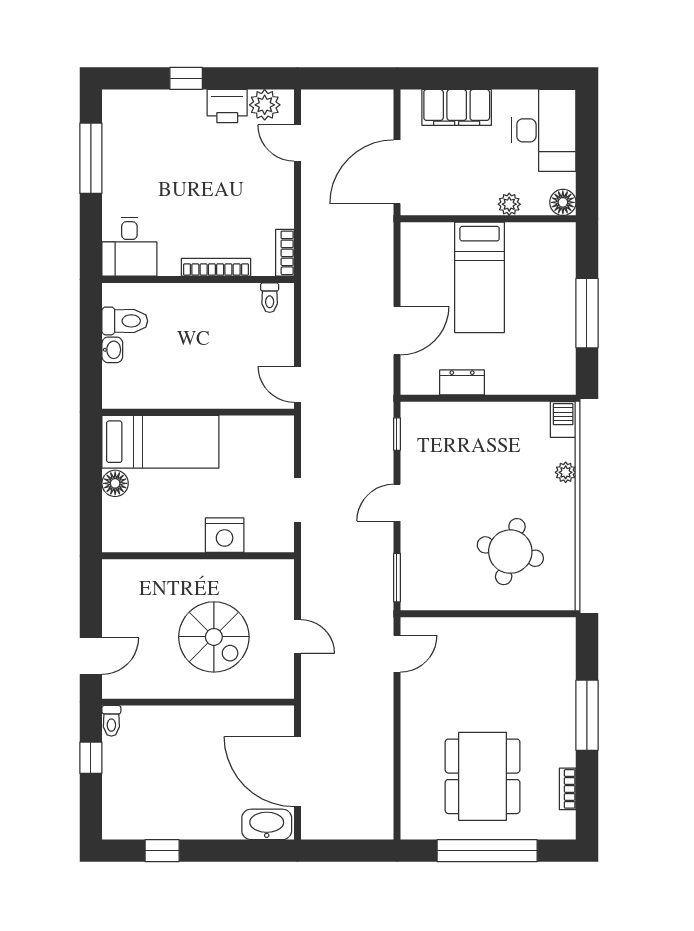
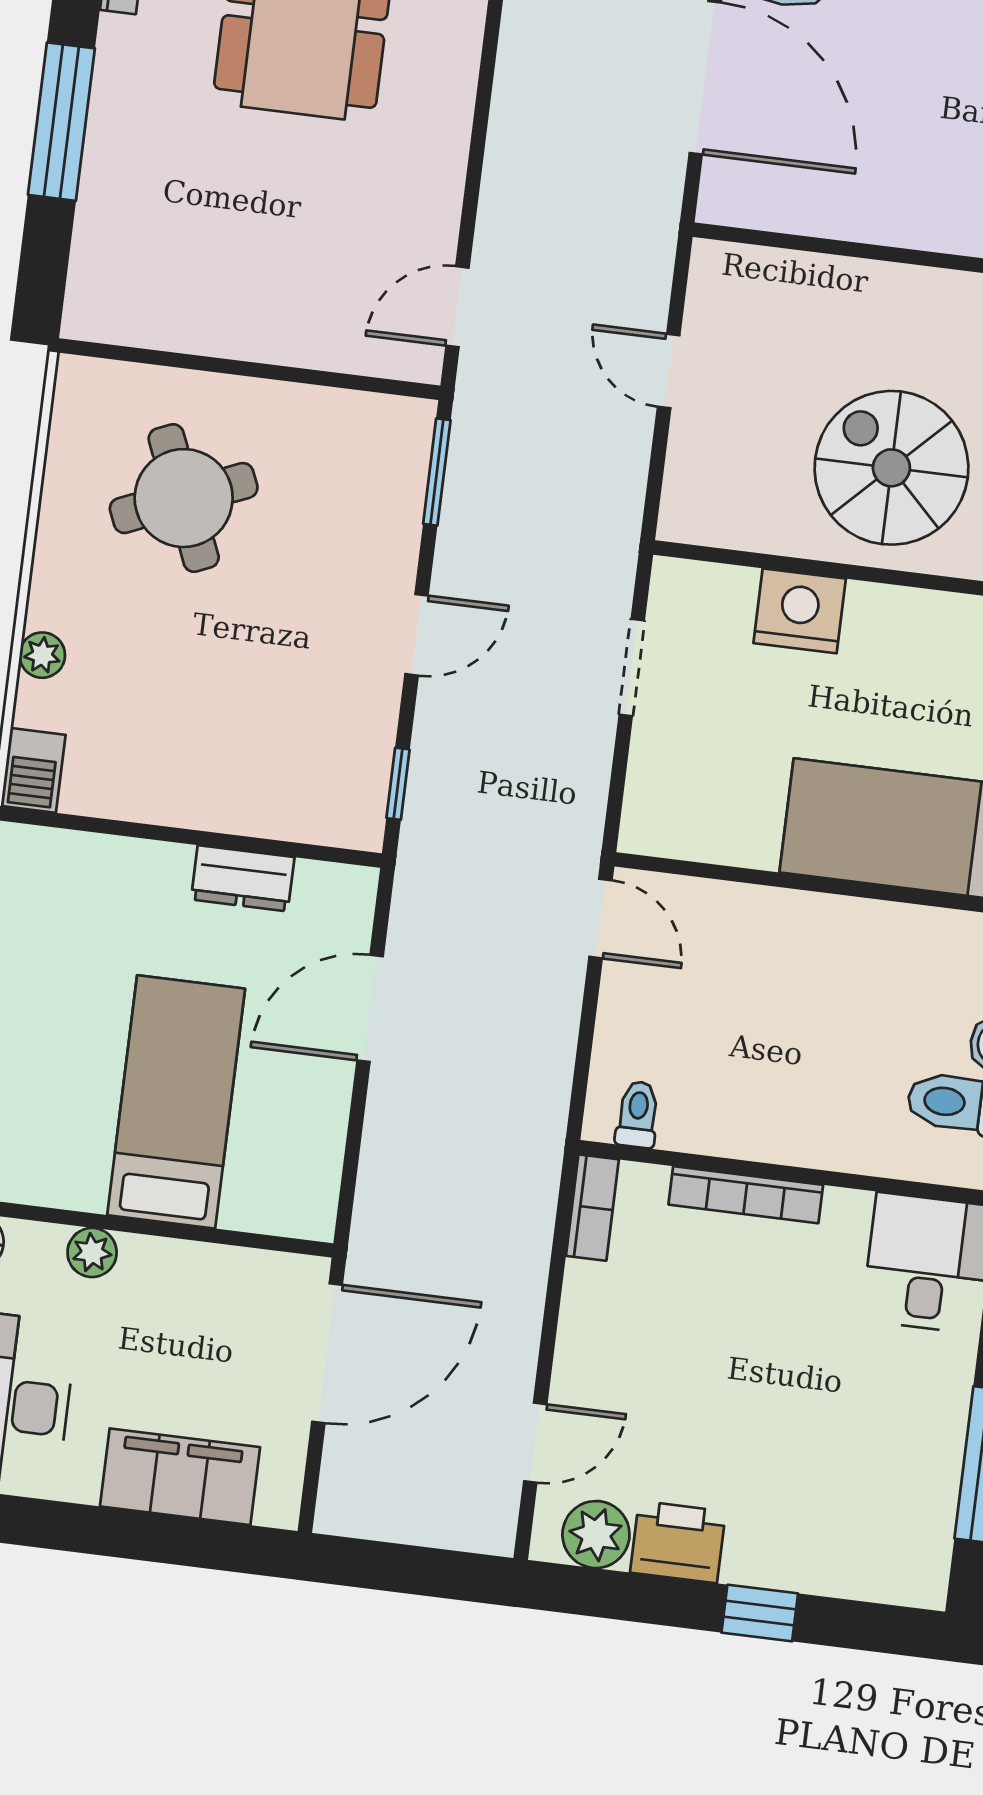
door: (298, 143) -> (535, 1443), hinge flipped
round table: (510, 552) -> (184, 498), turned -38
spiral stairs: (214, 637) -> (891, 468), moved

